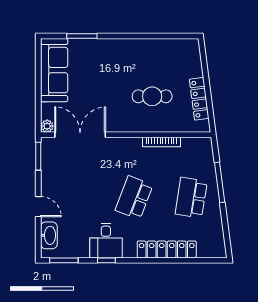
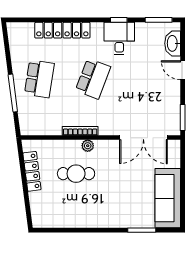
plant: (47, 126) -> (88, 146), moved
bookcase: (161, 142) -> (80, 131), moved

